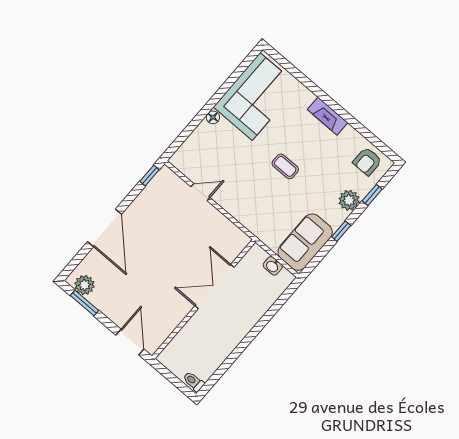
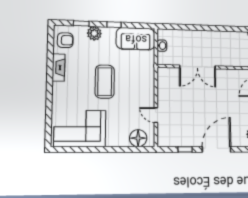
fireplace: (327, 116) -> (59, 67), moved
floor lamp: (213, 117) -> (138, 138), moved, width x1.89, depth x1.89
coffee table: (285, 166) -> (105, 82), width x1.86, depth x1.72
window: (150, 175) -> (185, 149), moved

